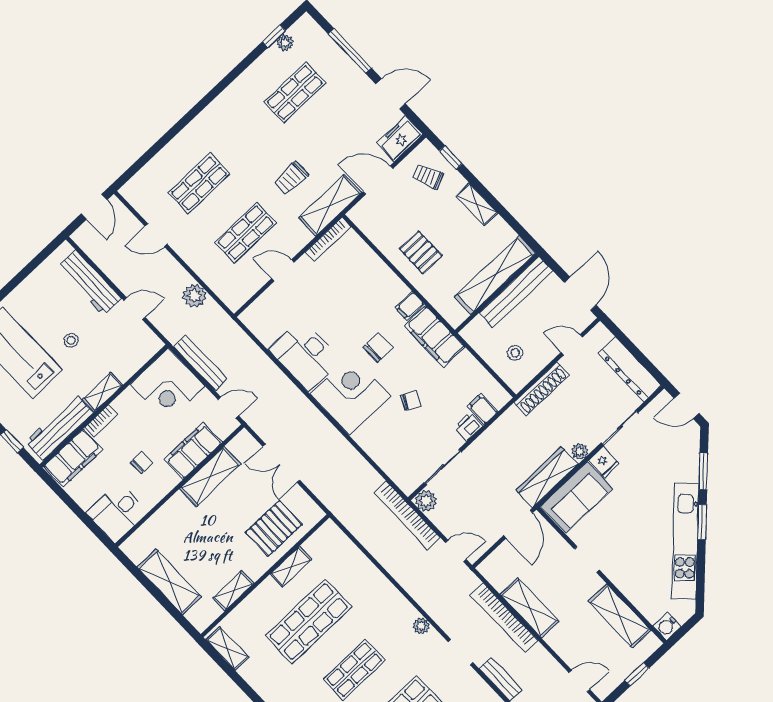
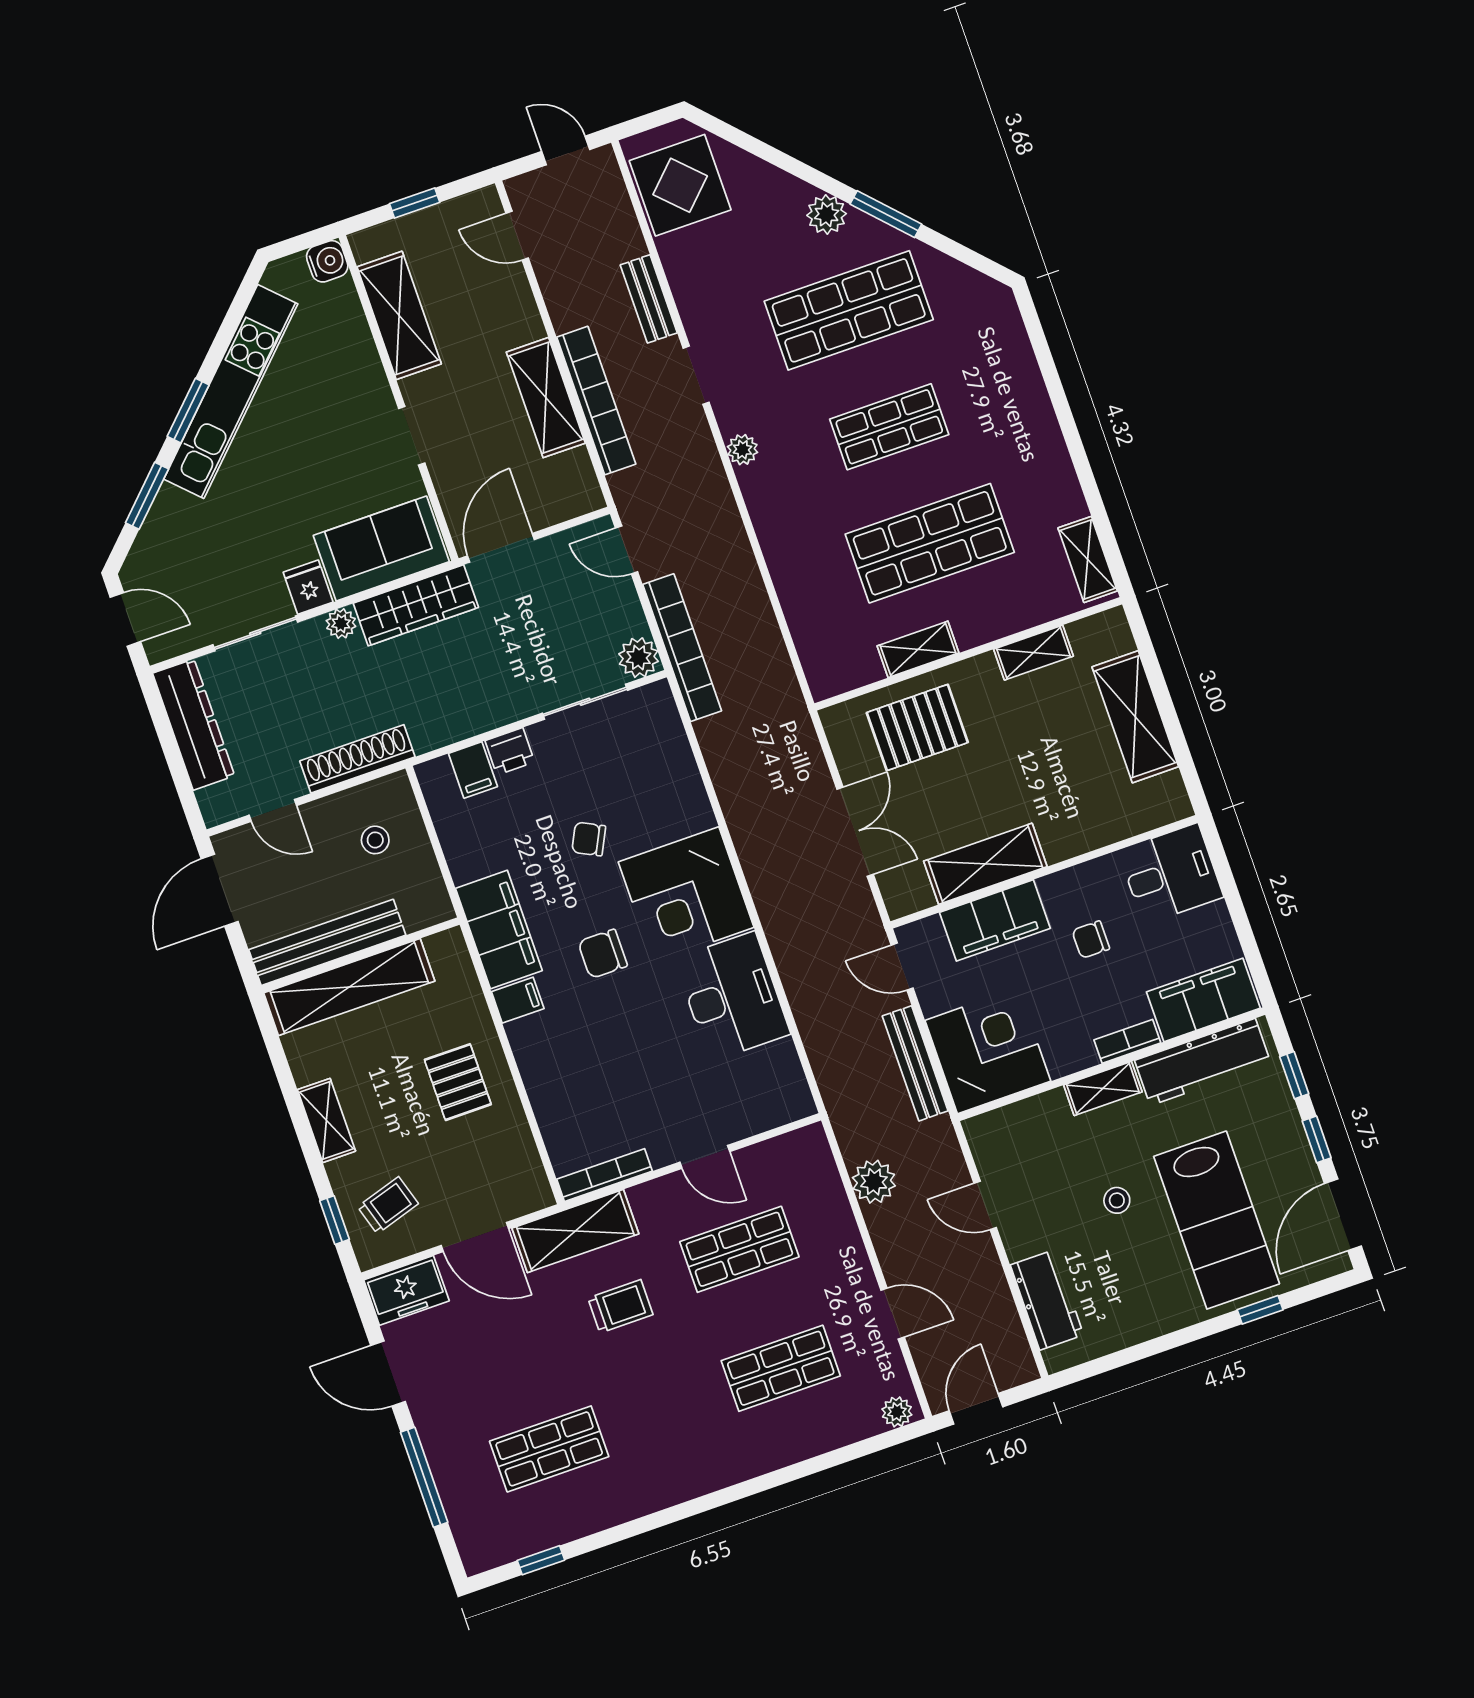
plant: (285, 43) -> (897, 1412), moved
trolley: (428, 176) -> (388, 1205), turned -84
workbench: (90, 283) -> (1047, 1300), width x0.73

